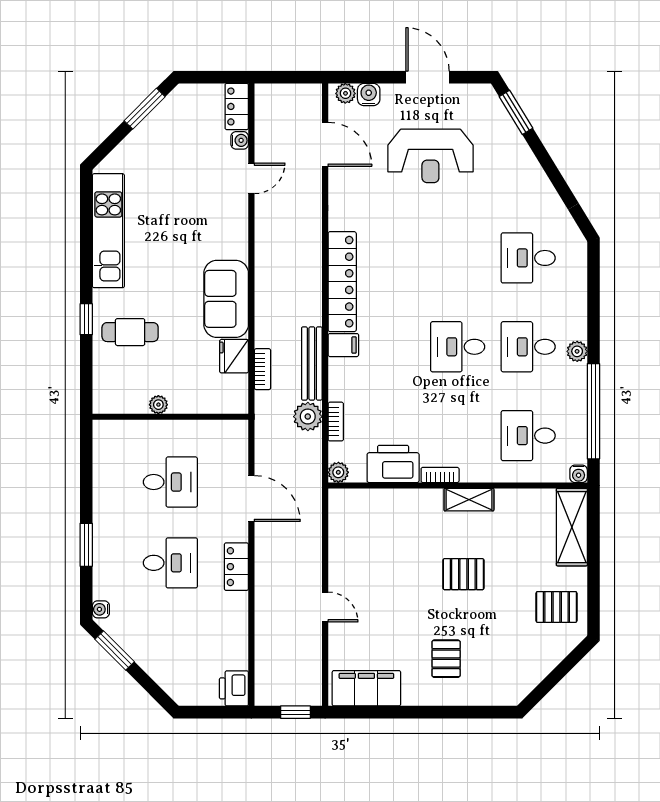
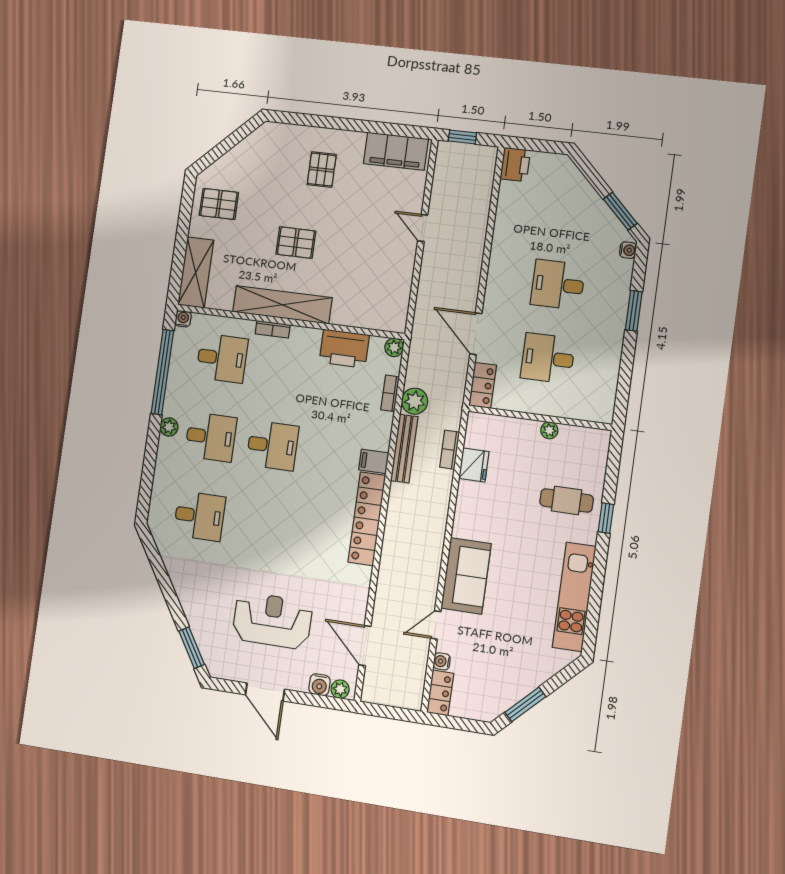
sofa: (226, 299) -> (466, 576), moved
bookcase: (440, 475) -> (273, 329), moved
shelving: (469, 500) -> (282, 305), width x2.20, depth x1.33
locker: (236, 567) -> (483, 385), moved

